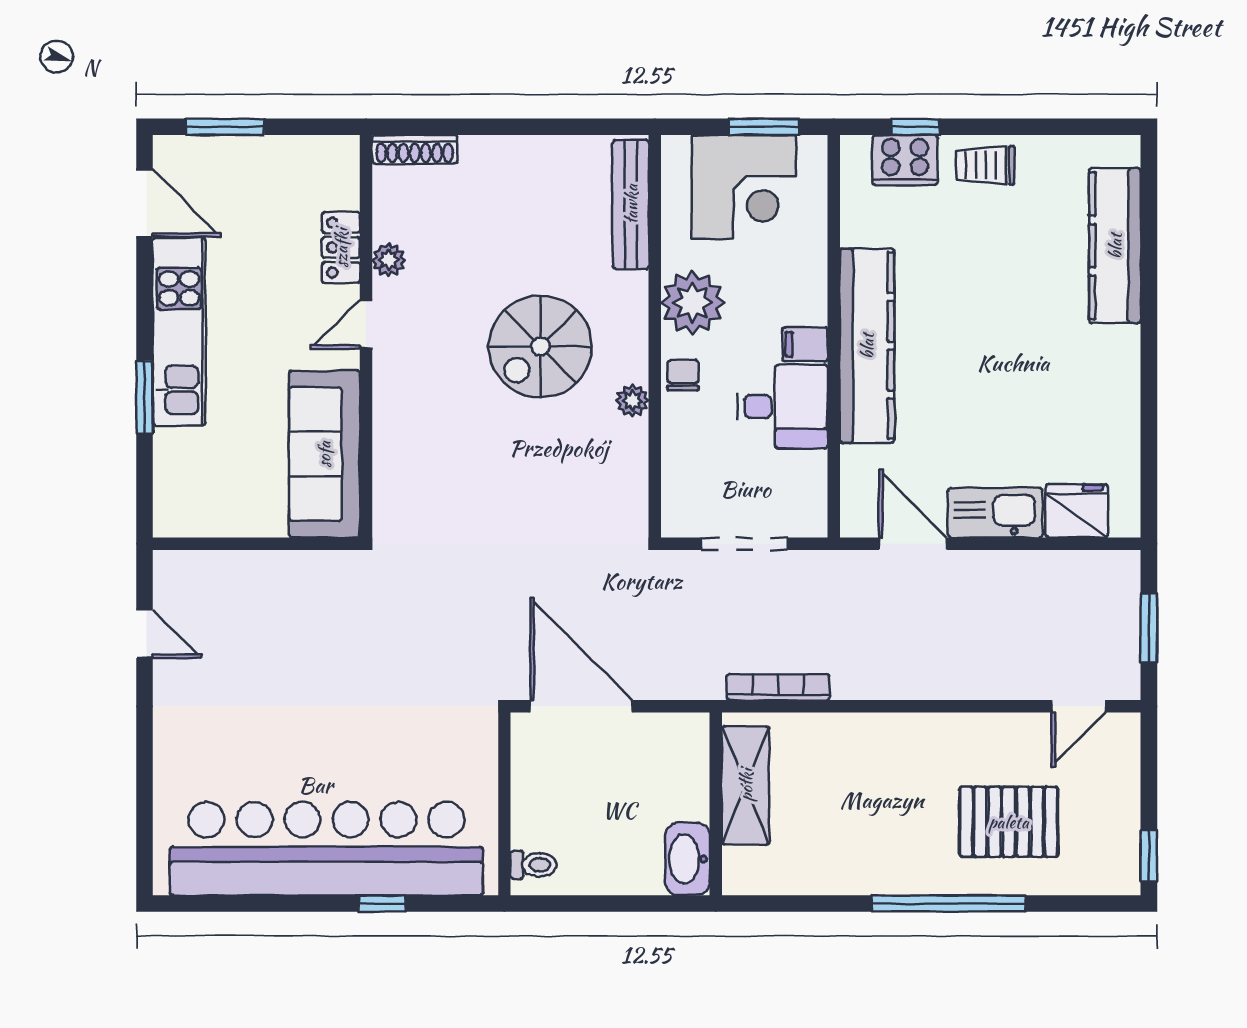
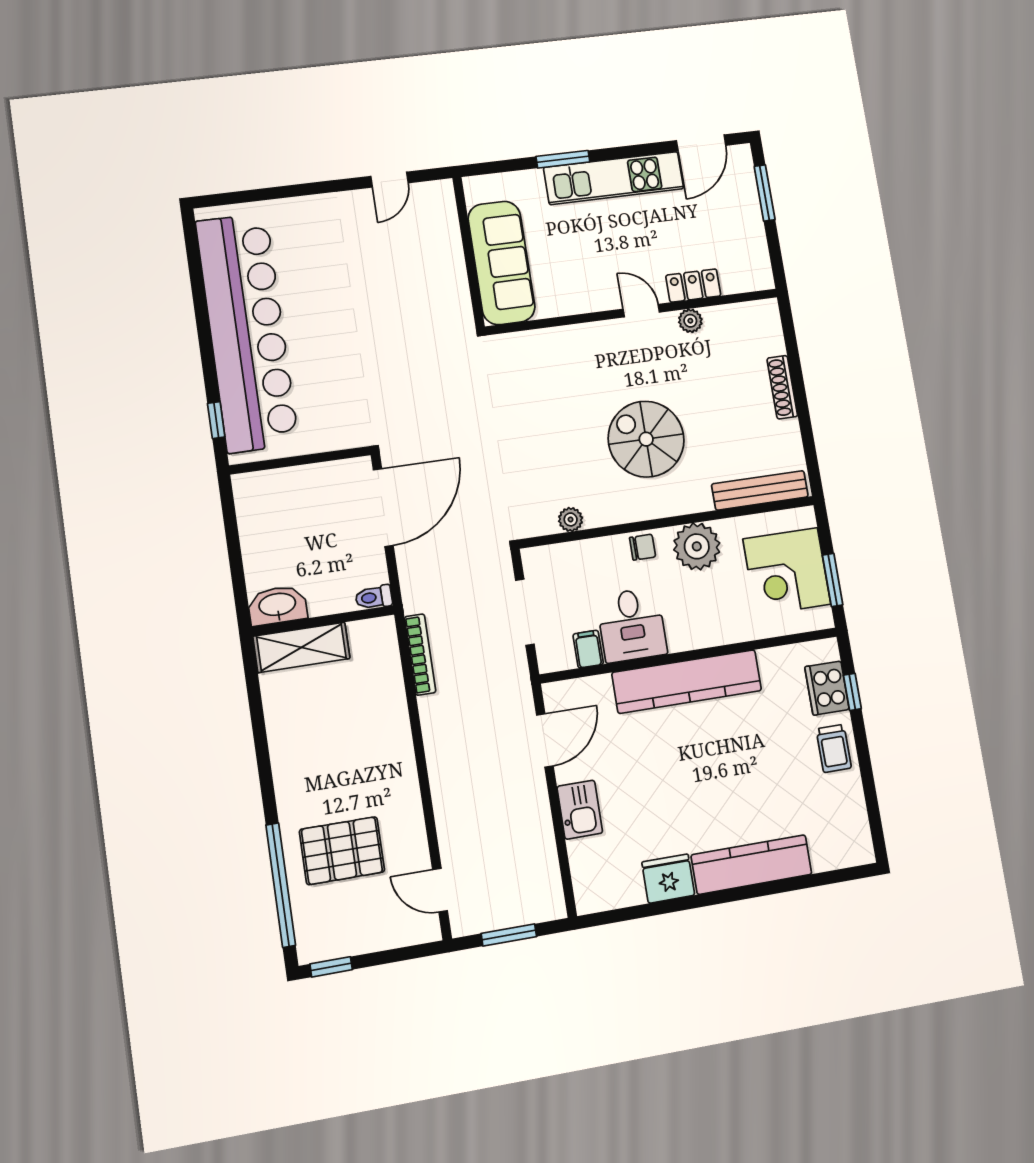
shoe rack: (415, 149) -> (782, 387), moved
trolley: (985, 165) -> (834, 748), turned 180
kitchen counter: (1115, 246) -> (752, 865), moved
filing cabinet: (805, 344) -> (588, 649), moved
plant: (632, 401) -> (571, 519), moved
sofa: (324, 454) -> (501, 263), moved, turned 90
fridge: (1077, 511) -> (668, 879), moved, turned -90
kitchen sink: (995, 513) -> (580, 810), width x0.73
shelving: (746, 785) -> (301, 647), moved
pallet: (1009, 822) -> (342, 851), turned 90
toilet: (533, 865) -> (374, 597), moved, turned 90
window: (382, 904) -> (216, 420), moved
window: (949, 904) -> (281, 885), moved

